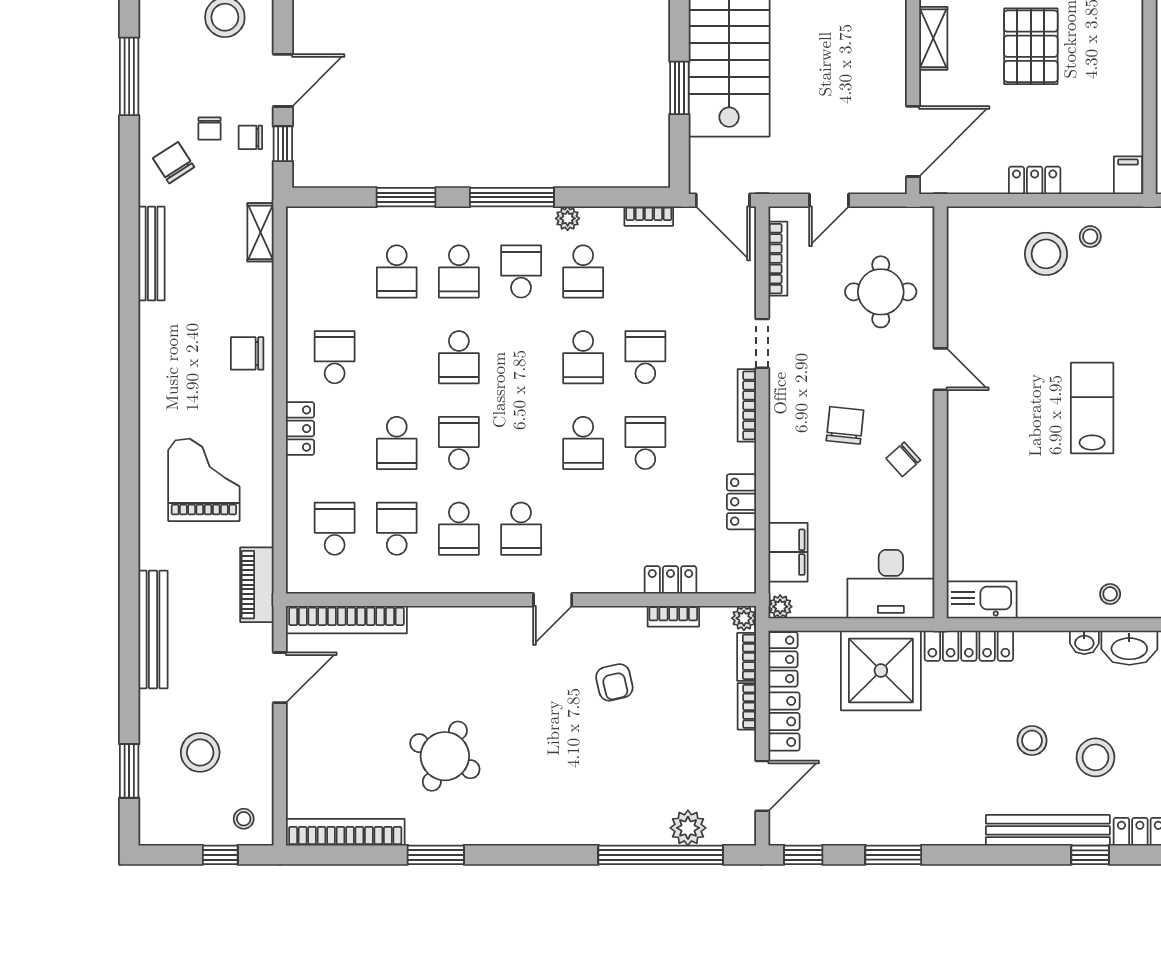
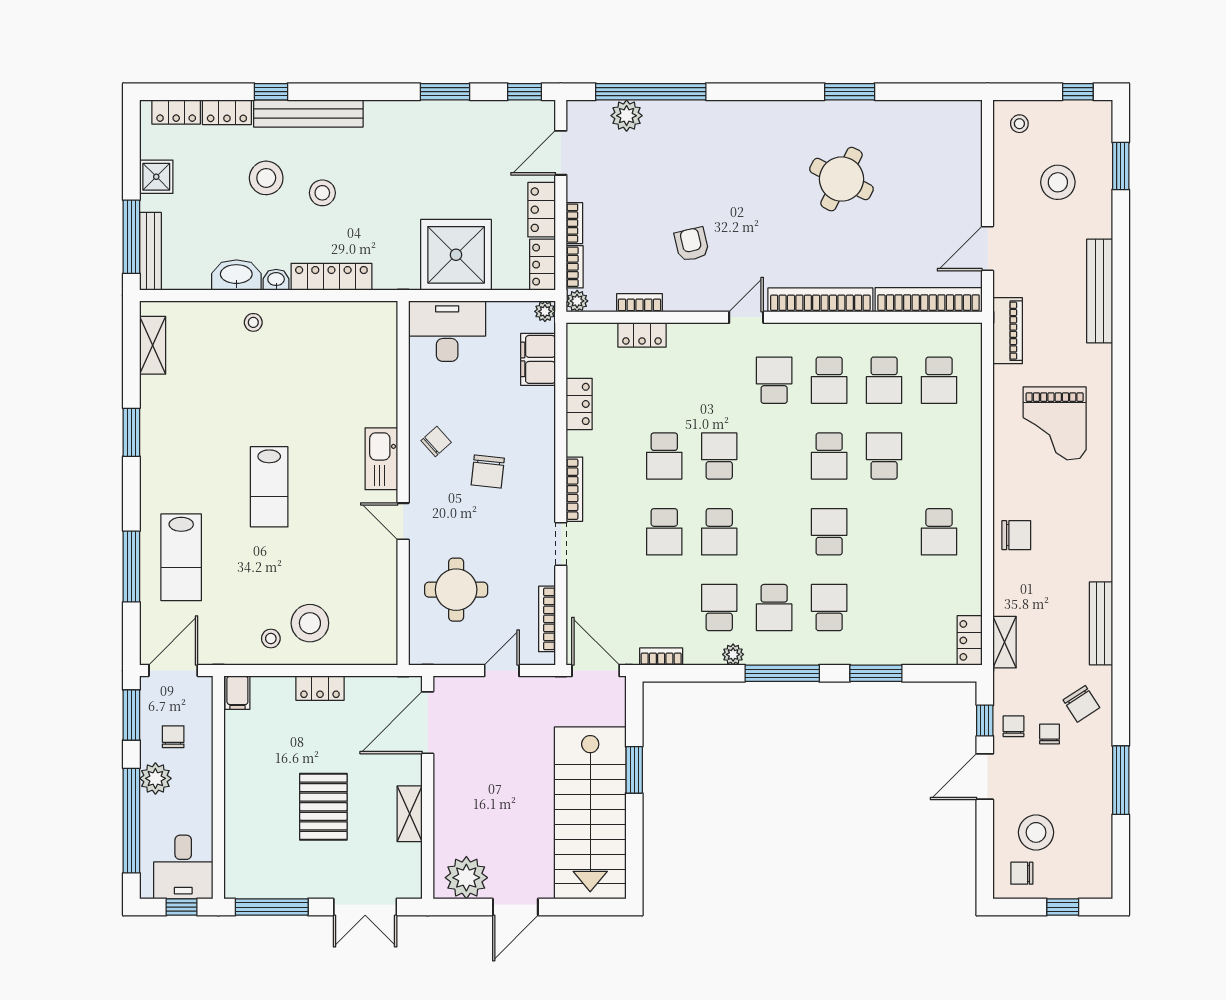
chair: (250, 137) -> (1013, 726), turned -90
school desk: (397, 271) -> (884, 608), removed
school desk: (583, 357) -> (719, 532), turned 180
locker: (300, 429) -> (970, 640), moved
school desk: (459, 529) -> (829, 380), turned 180
kitchen sink: (982, 600) -> (381, 459), moved, turned 90
locker: (969, 646) -> (331, 277), moved
bookcase: (345, 832) -> (820, 300), moved, turned 180
window: (220, 855) -> (1078, 92), moved

